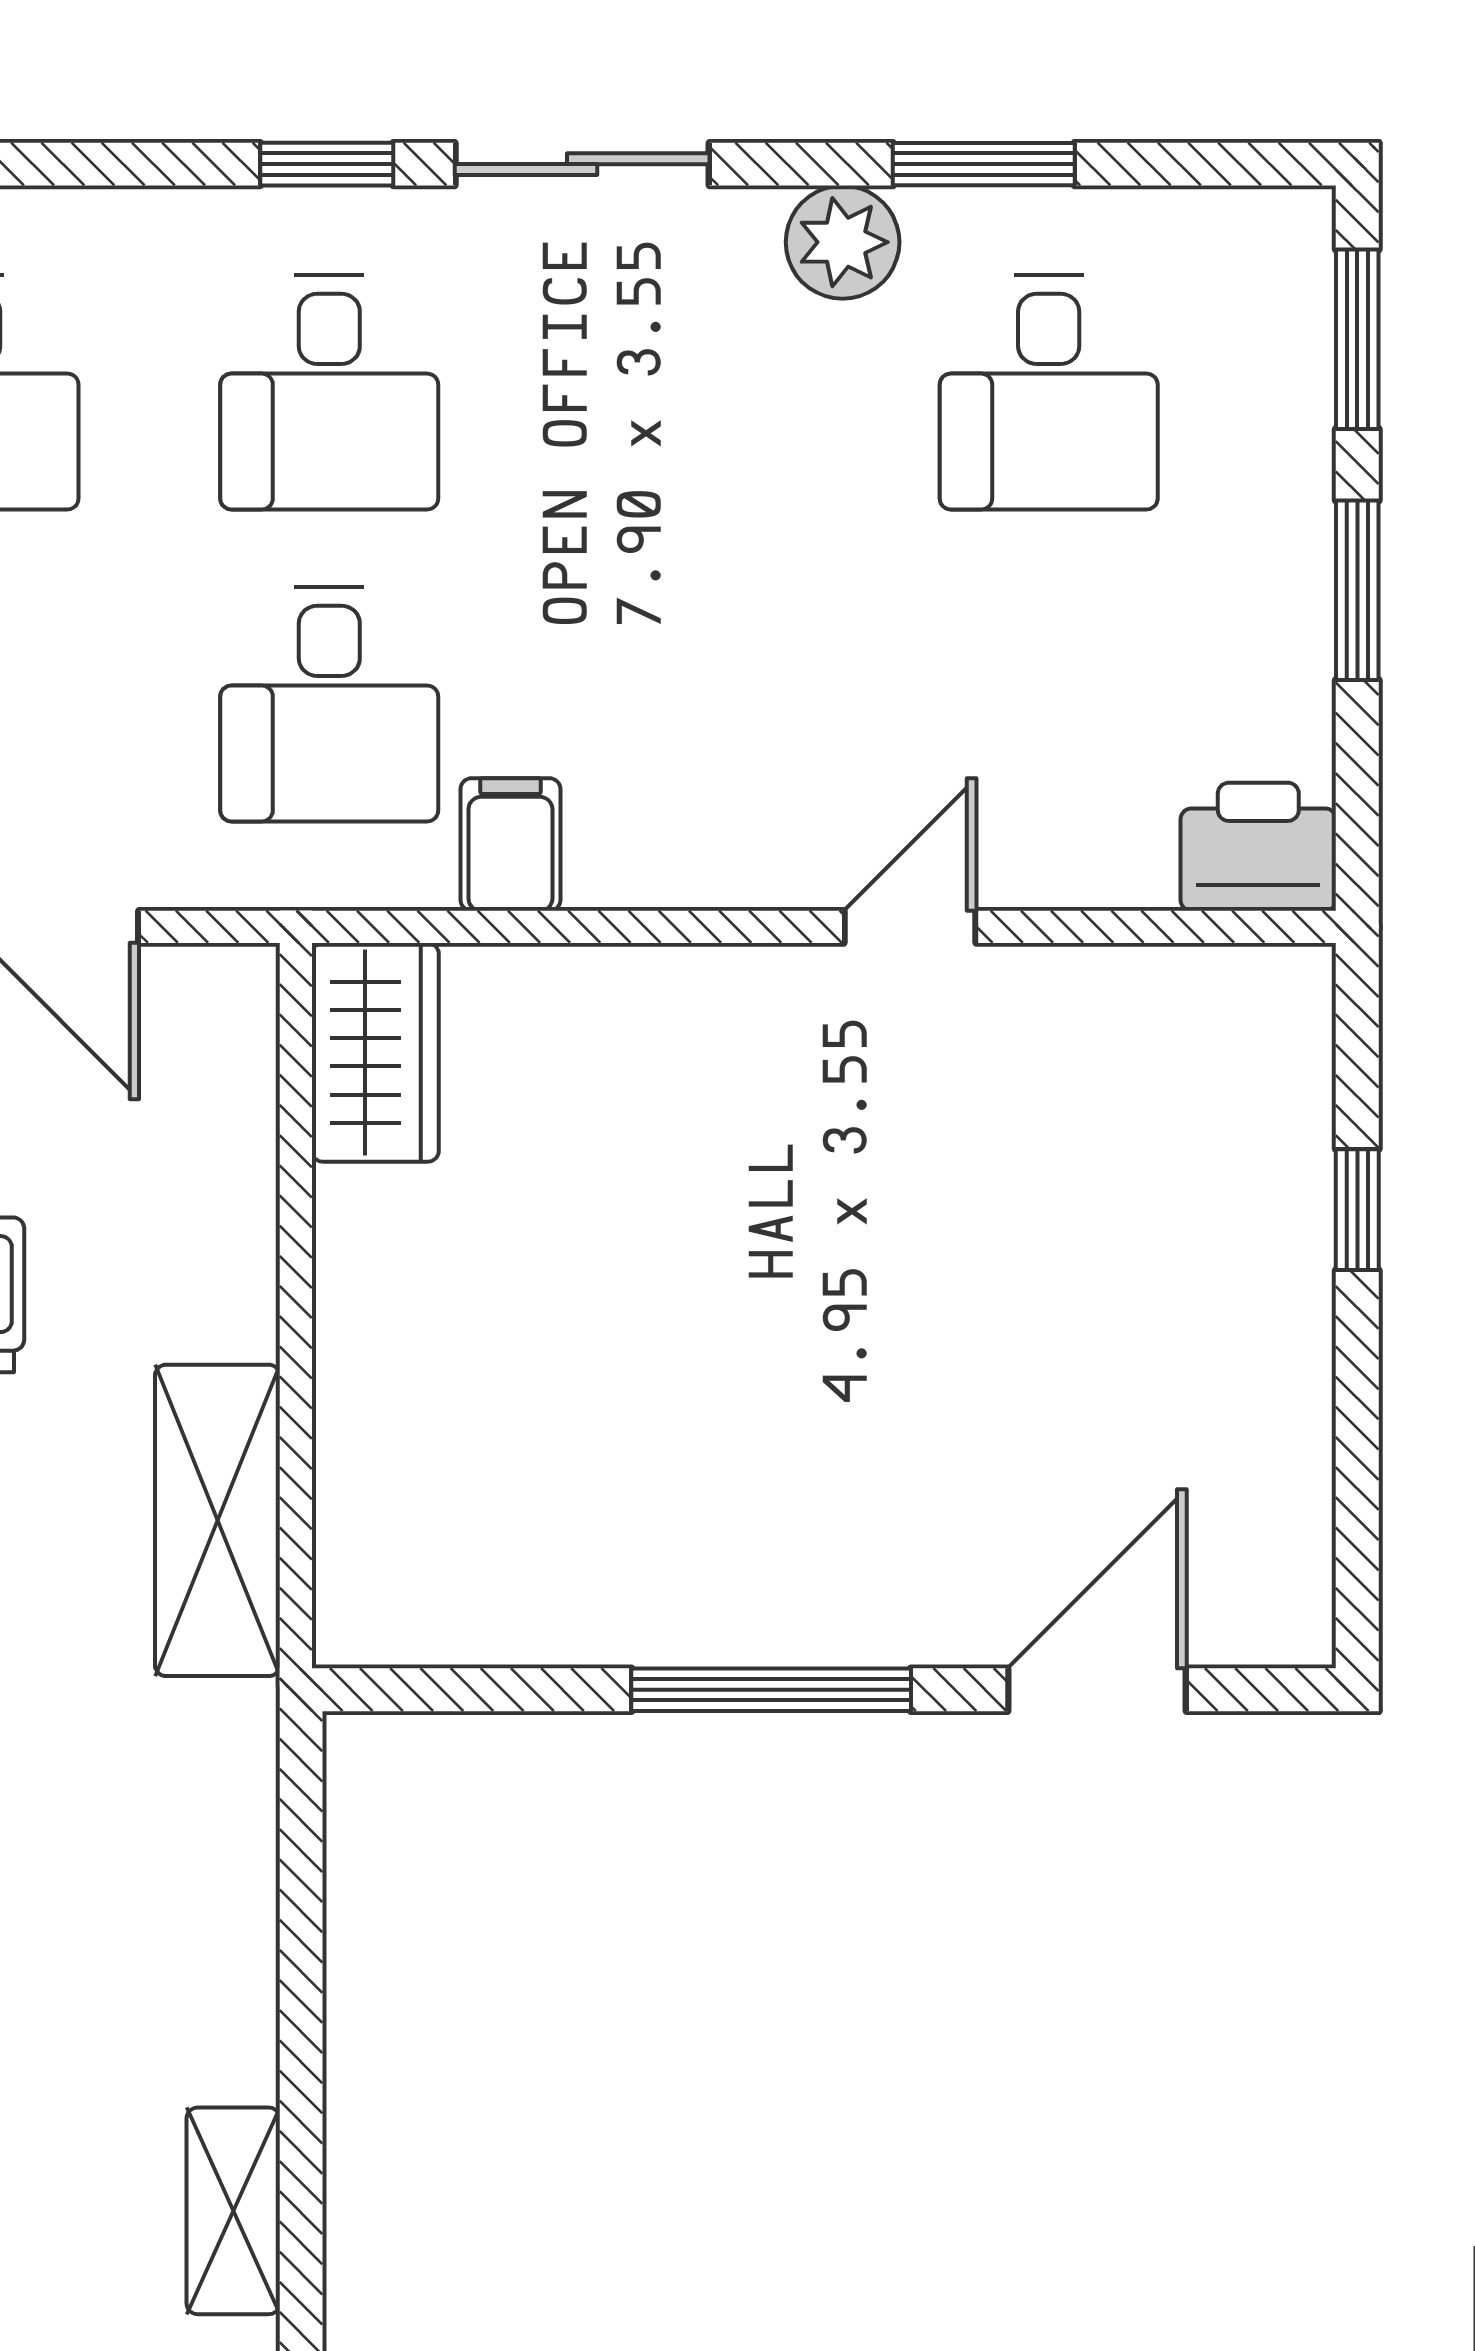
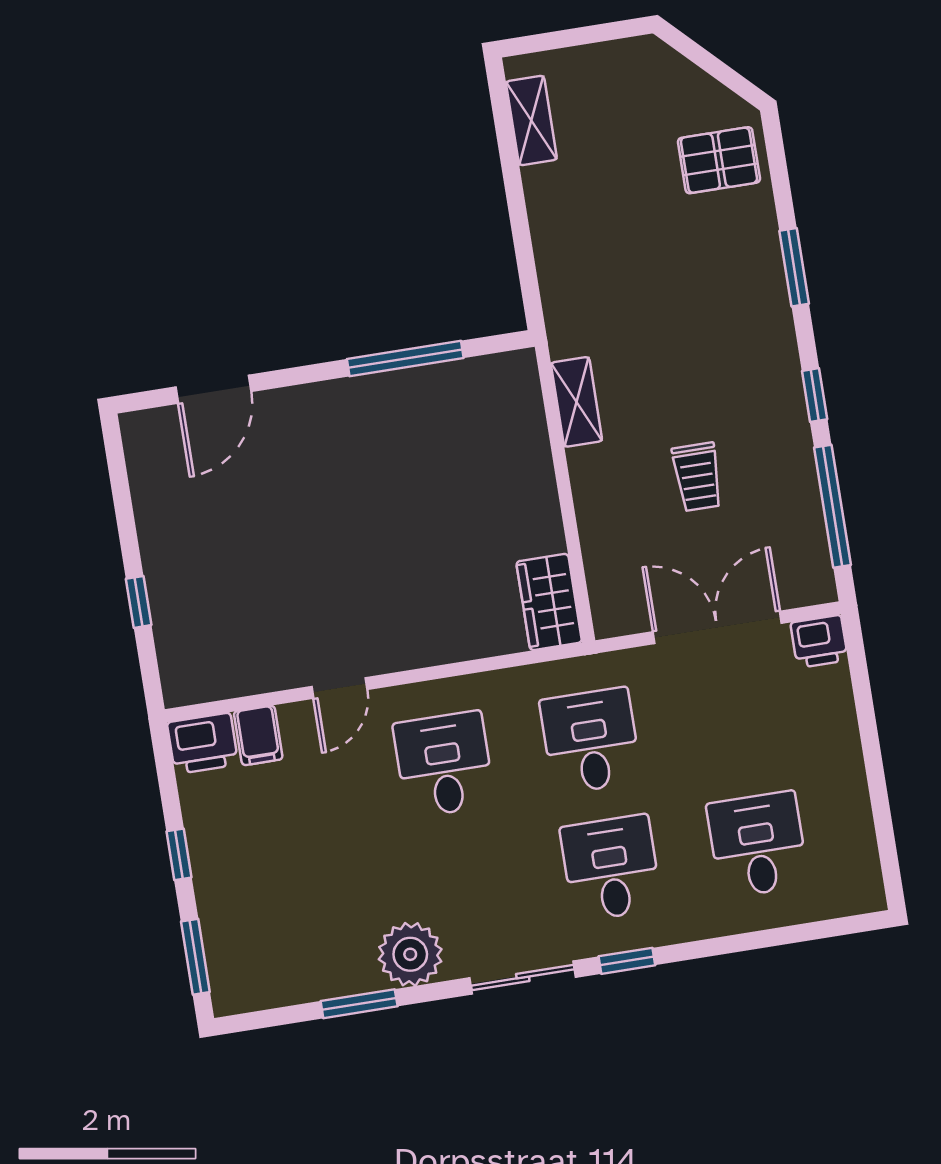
plant: (843, 242) -> (410, 954), width x1.36, depth x1.36
desk: (1049, 392) -> (444, 764), moved
window: (1357, 590) -> (179, 854), width x0.67
filing cabinet: (510, 845) -> (258, 735), moved
shelving: (217, 1520) -> (577, 402), width x0.67, depth x0.75
window: (771, 1690) -> (405, 359), moved

